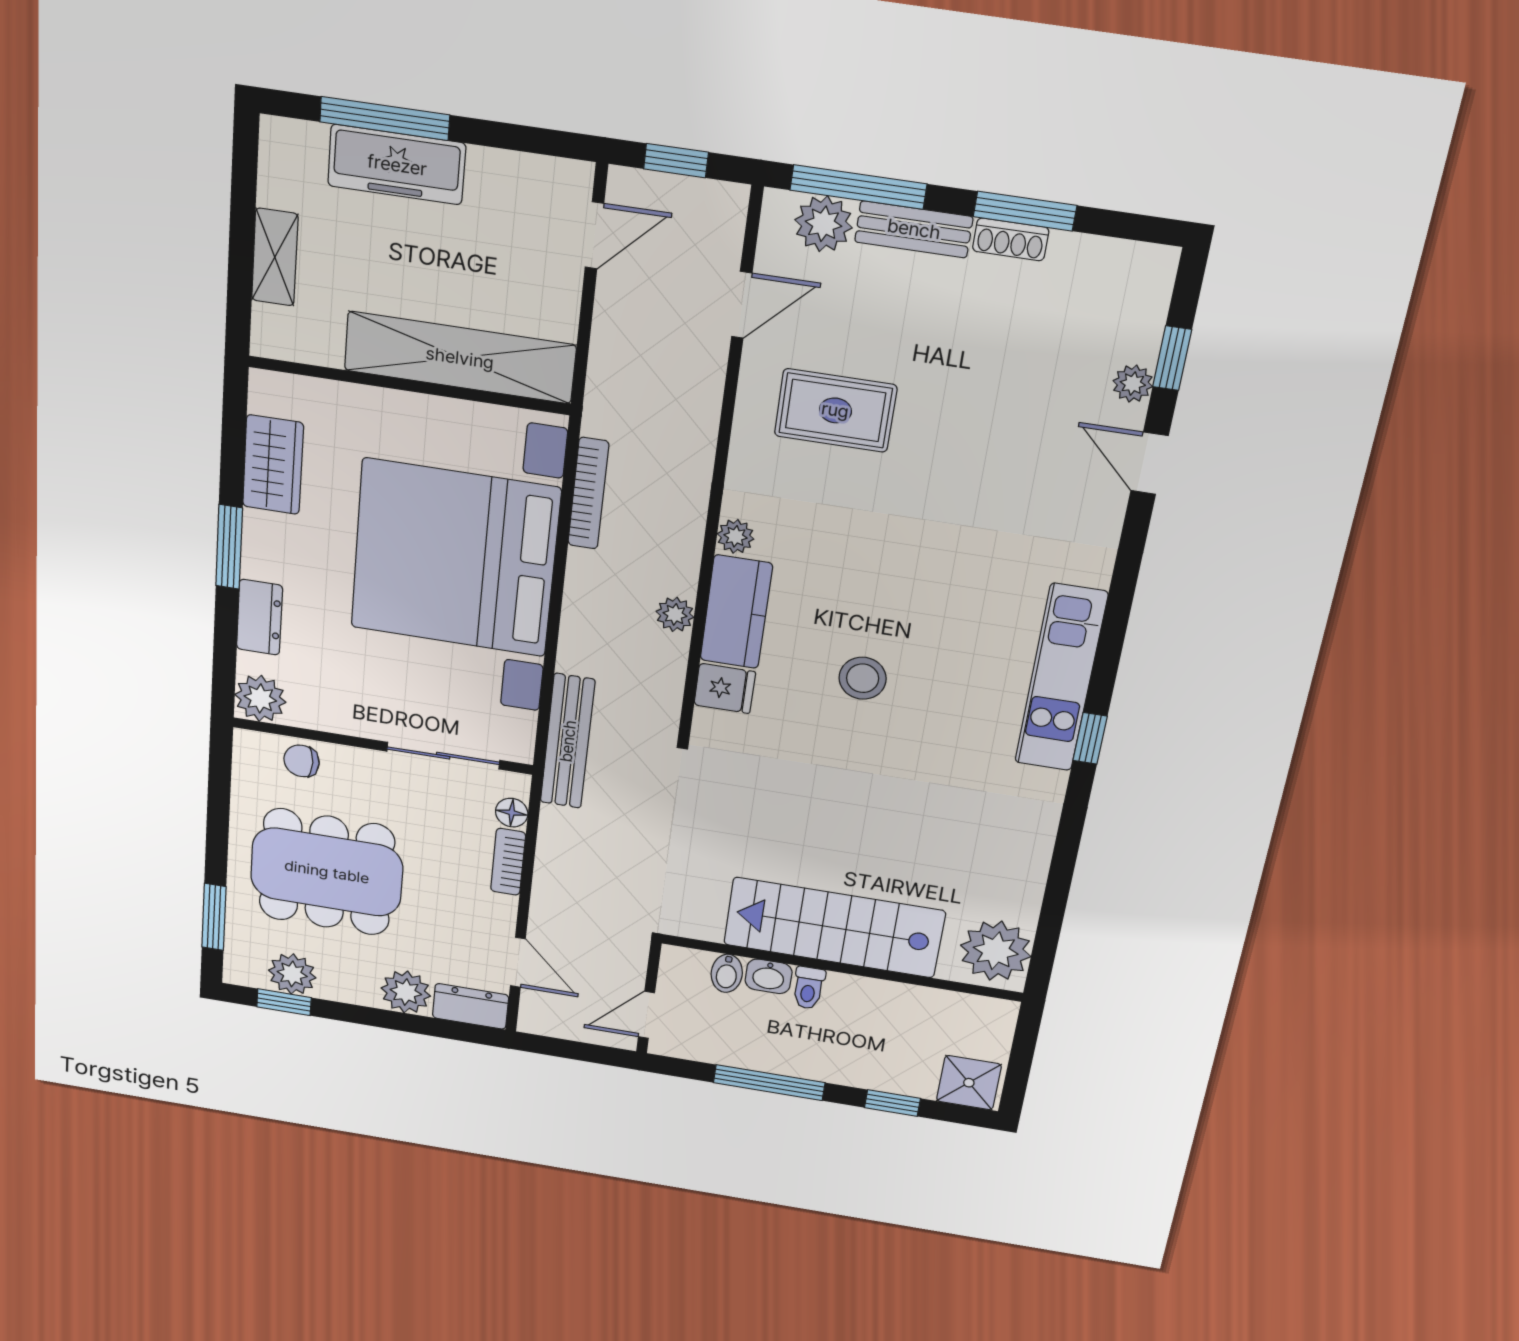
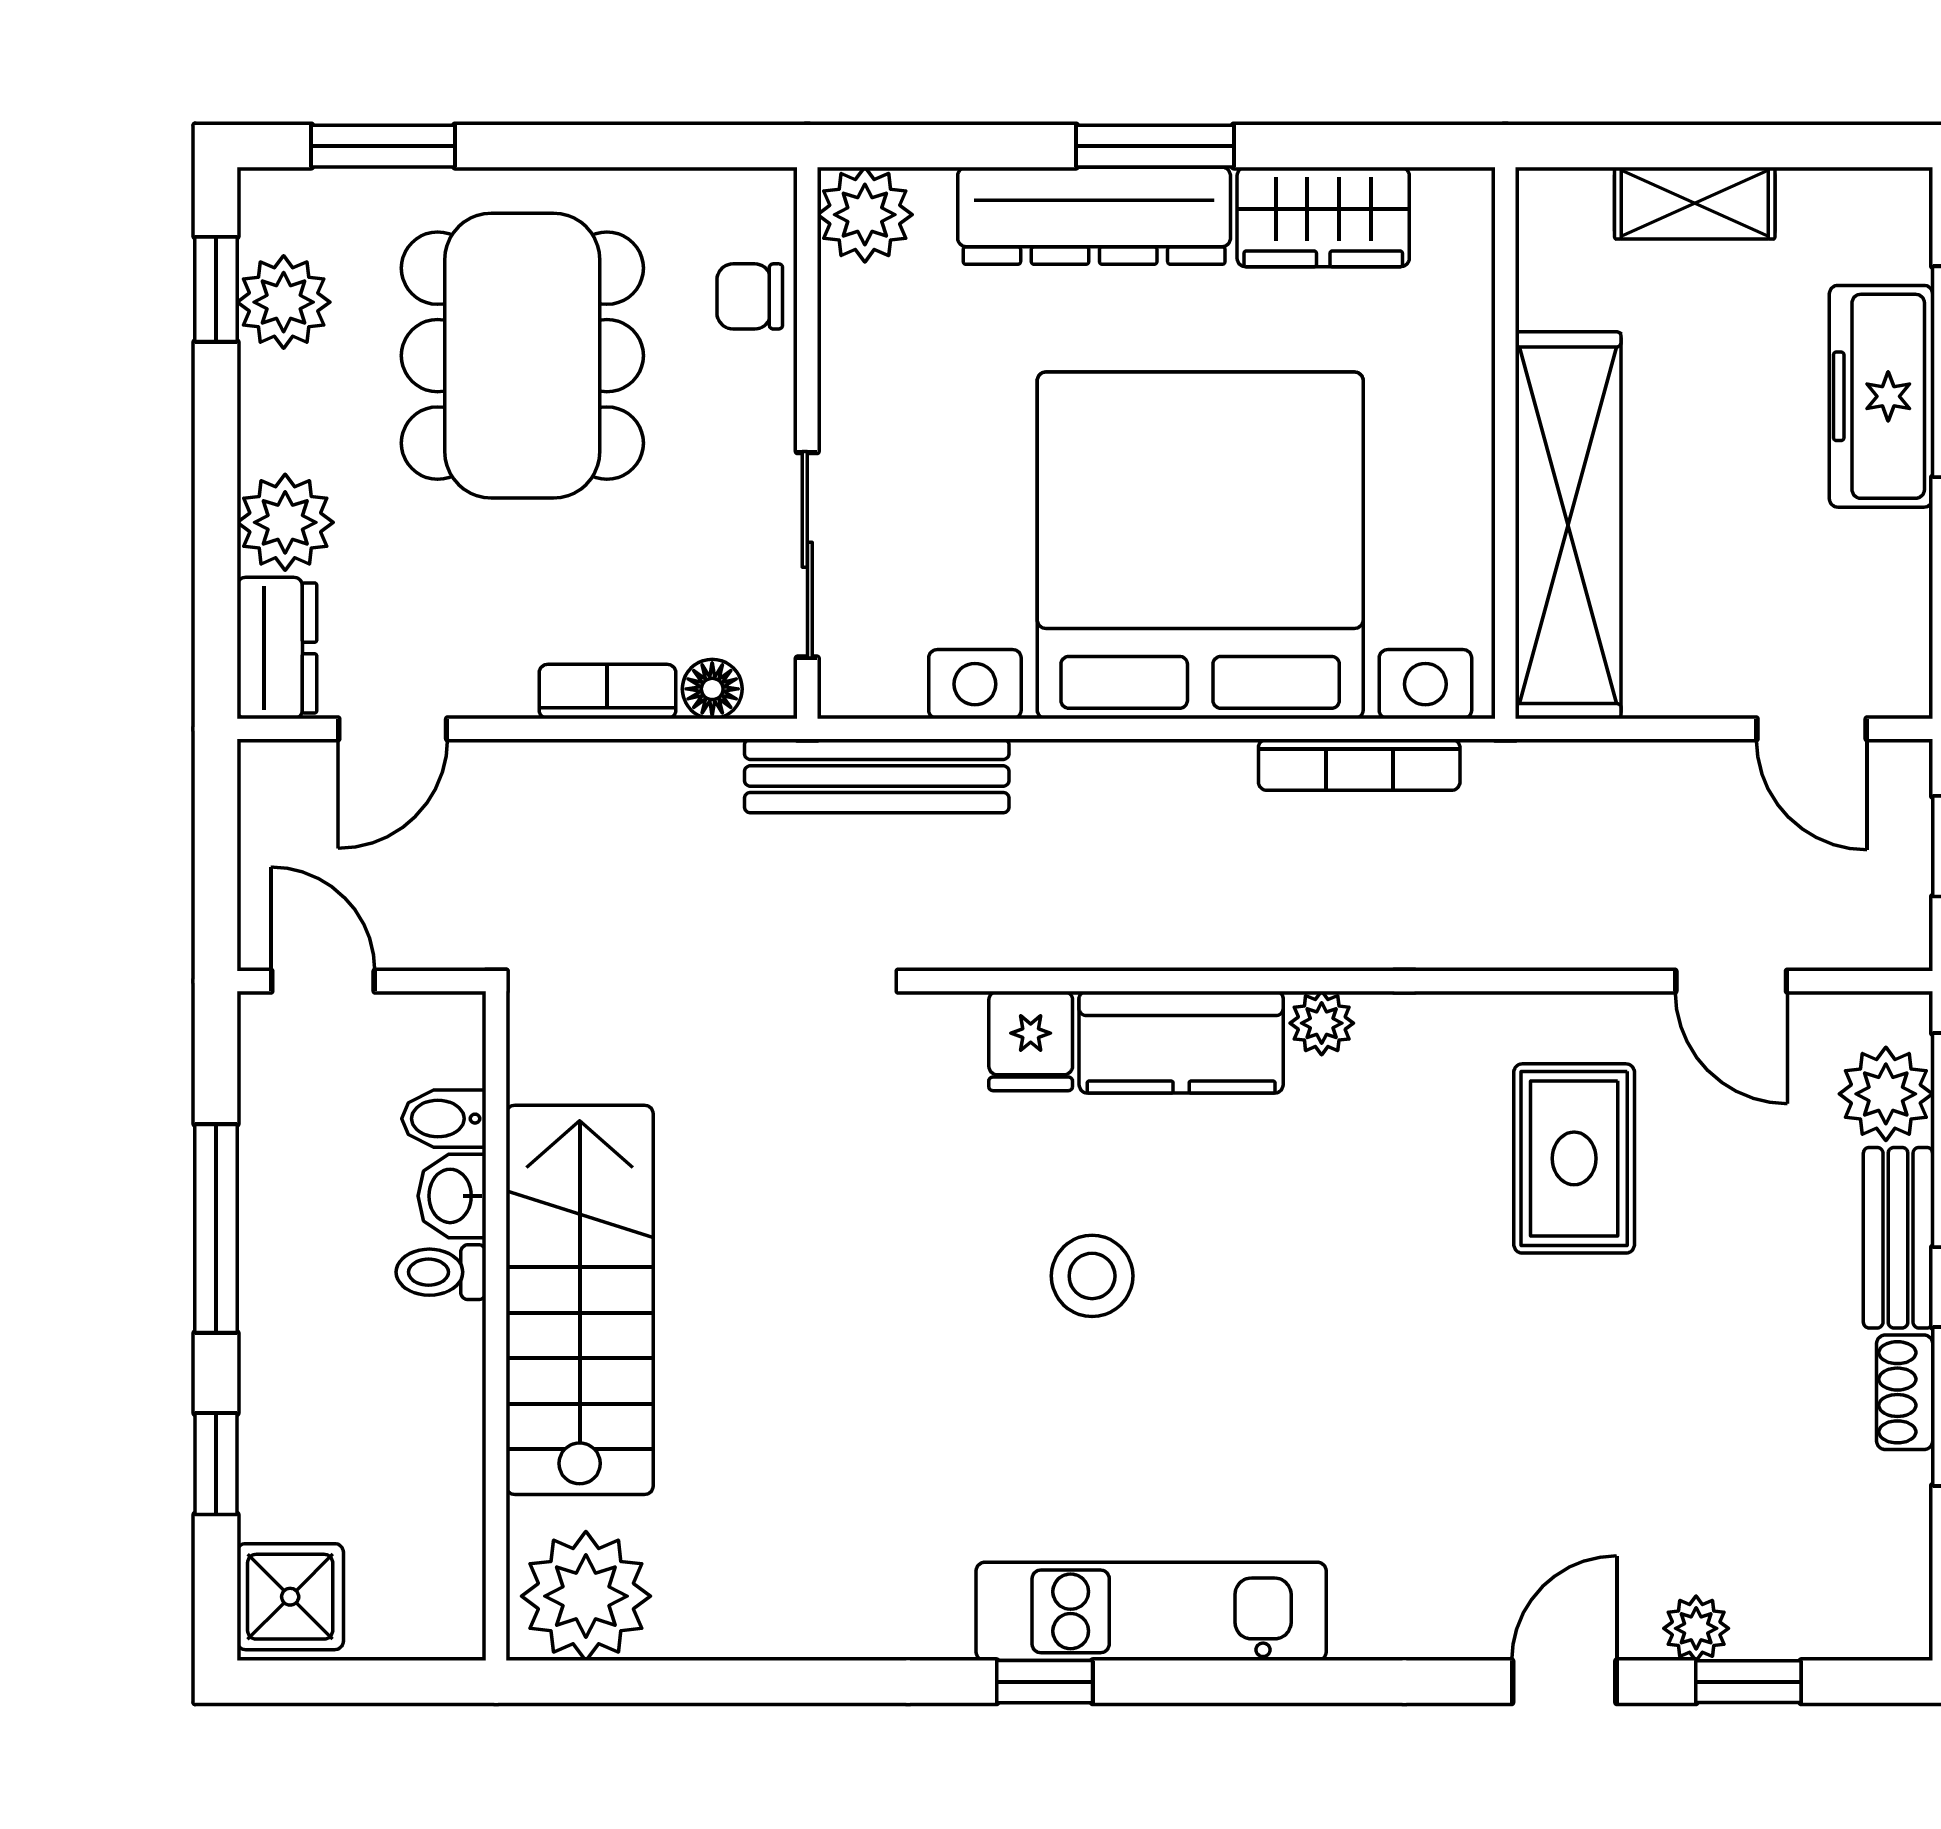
plant: (675, 614) -> (1158, 938), removed
dresser: (260, 617) -> (1094, 216), width x1.96, depth x1.24
chair: (302, 761) -> (750, 296), turned -90

